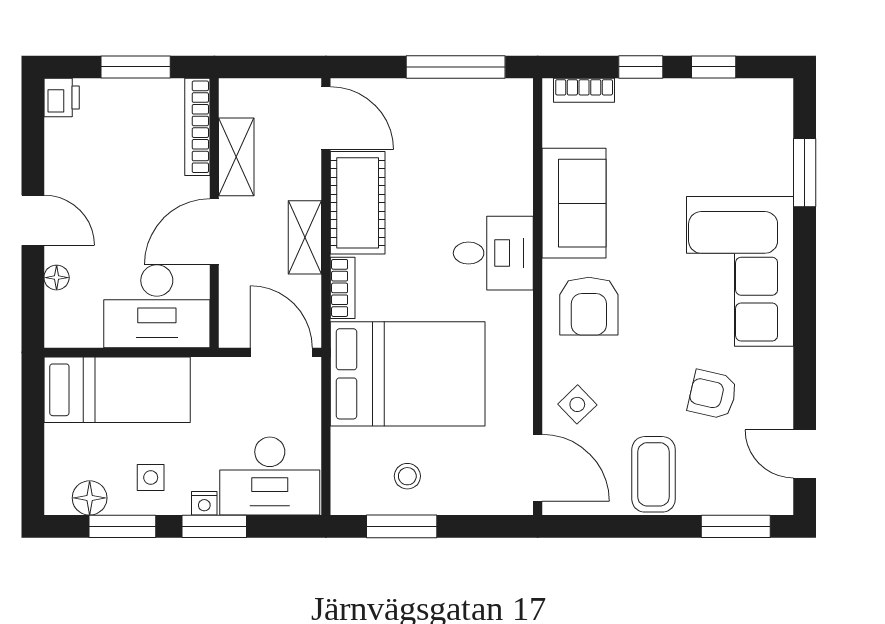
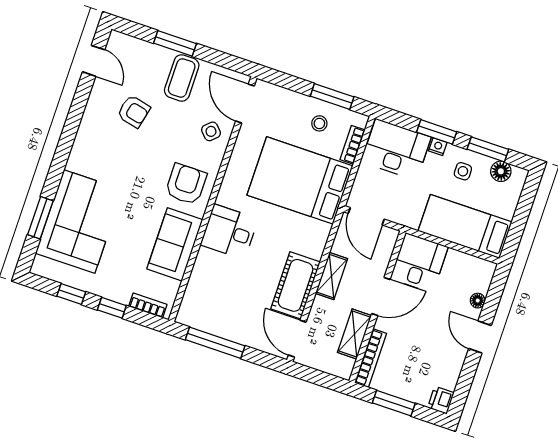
corner sofa: (740, 271) -> (79, 222), moved
bookcase: (343, 288) -> (352, 145), moved
desk: (157, 306) -> (419, 263), width x0.73
window: (736, 526) -> (175, 43), moved

